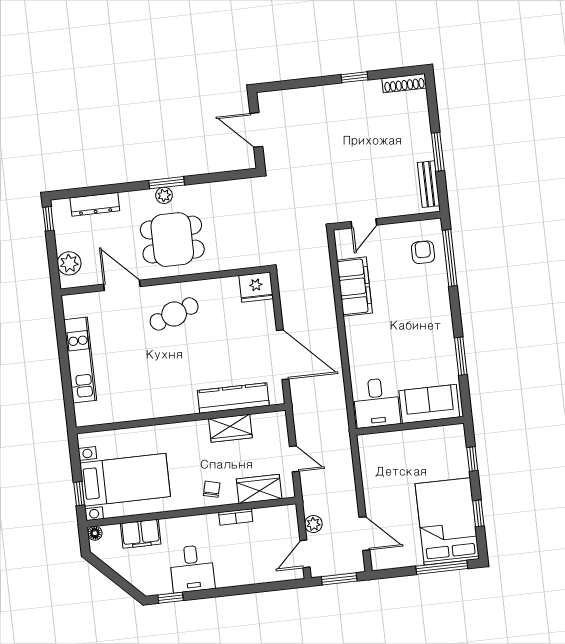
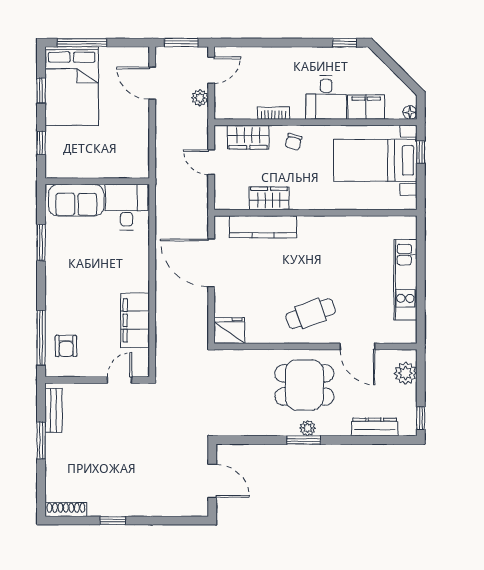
desk: (192, 569) -> (326, 98), moved, turned 180

